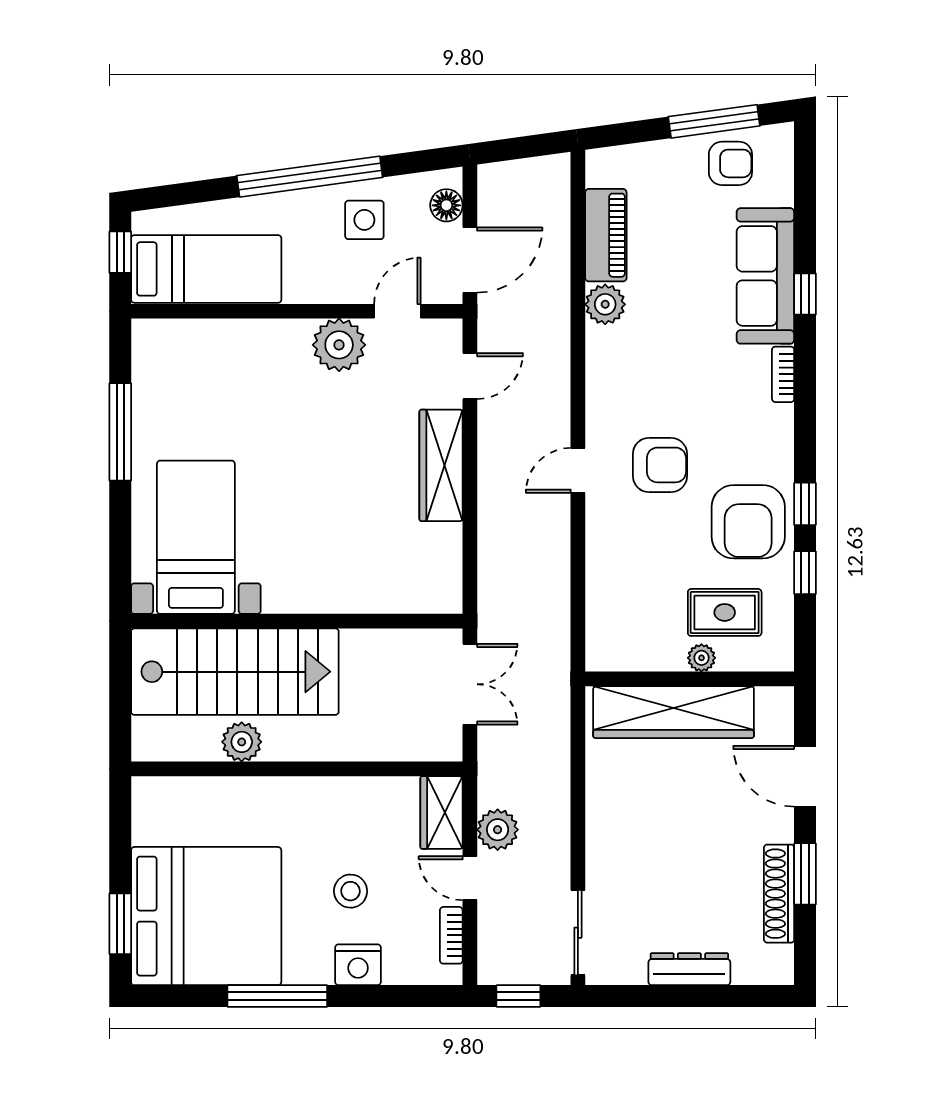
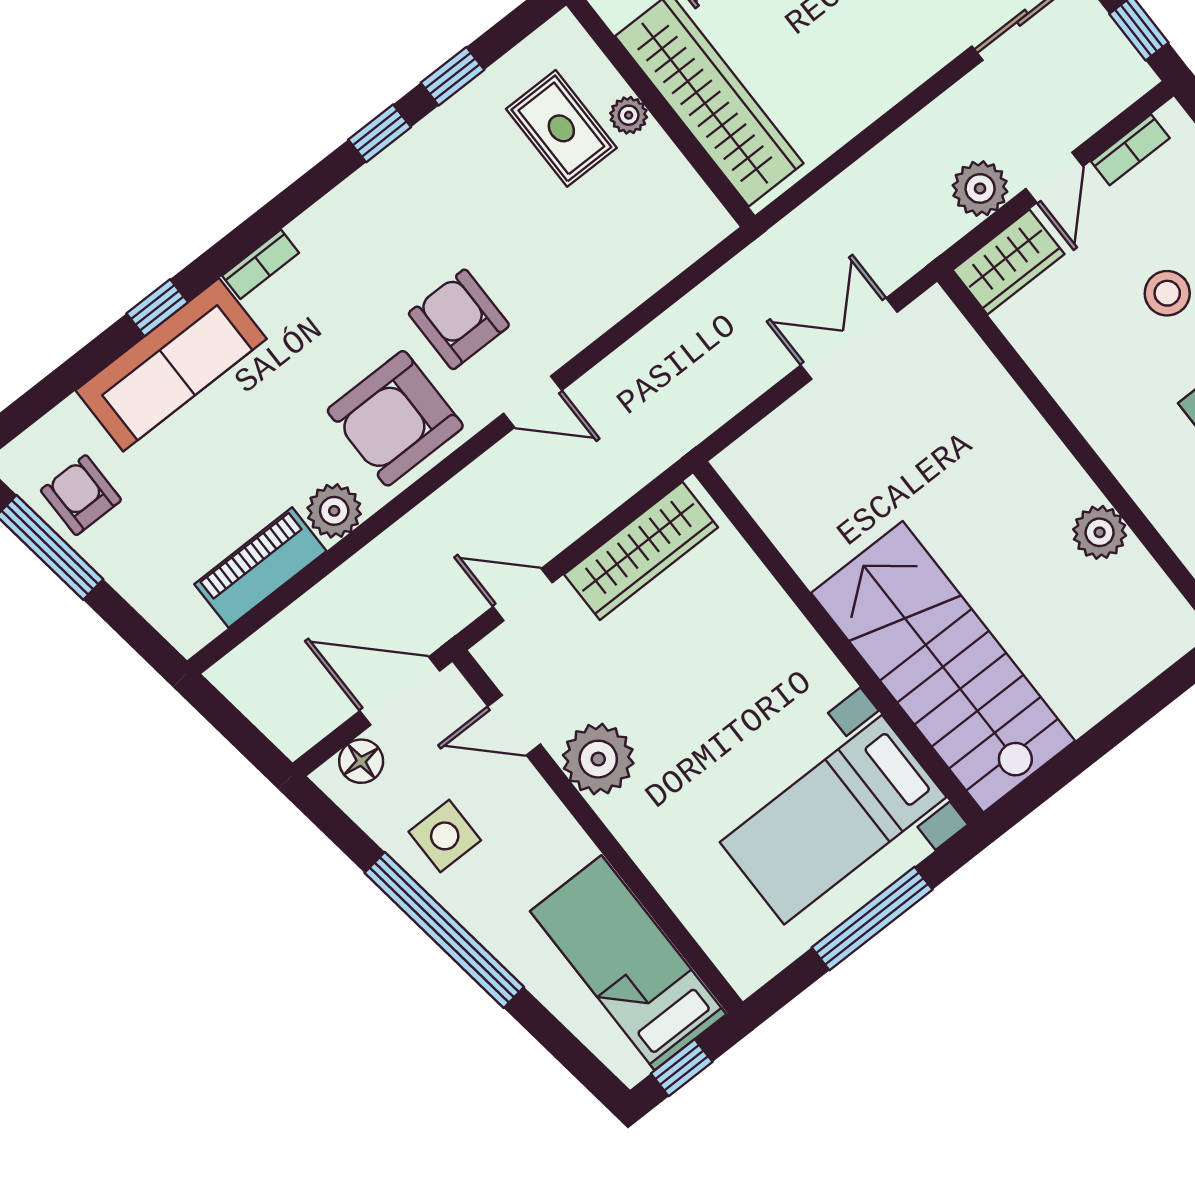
armchair: (748, 522) -> (395, 418), moved, turned 180
bed with nightstands: (196, 537) -> (833, 820), moved
wall: (297, 621) -> (838, 643), moved
stairs: (235, 672) -> (943, 667), moved

